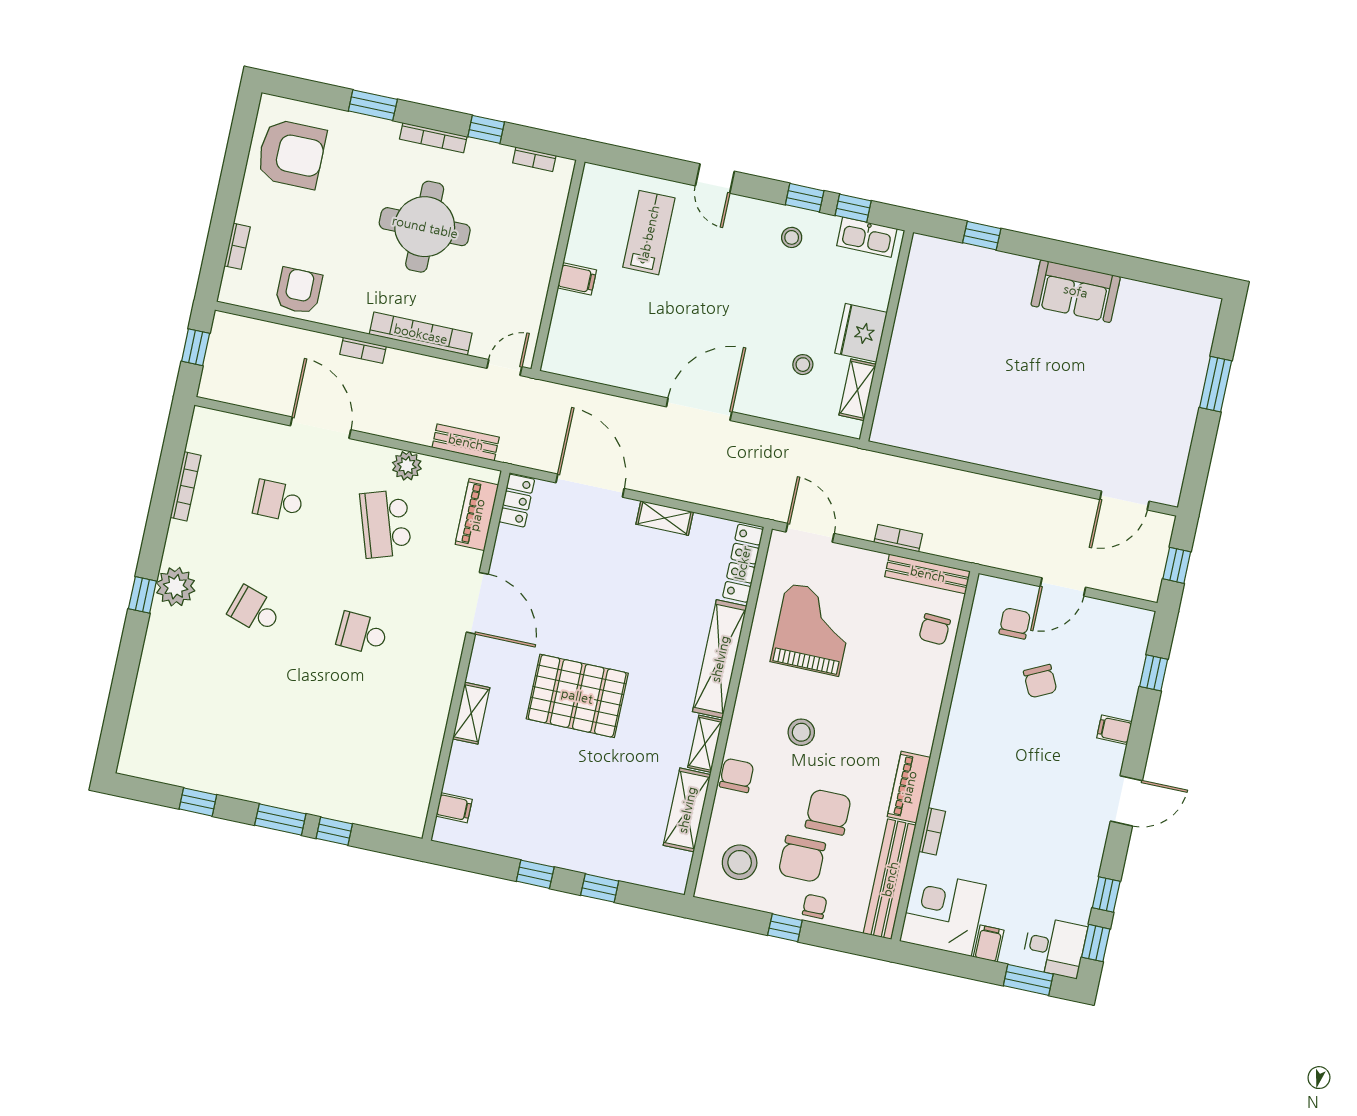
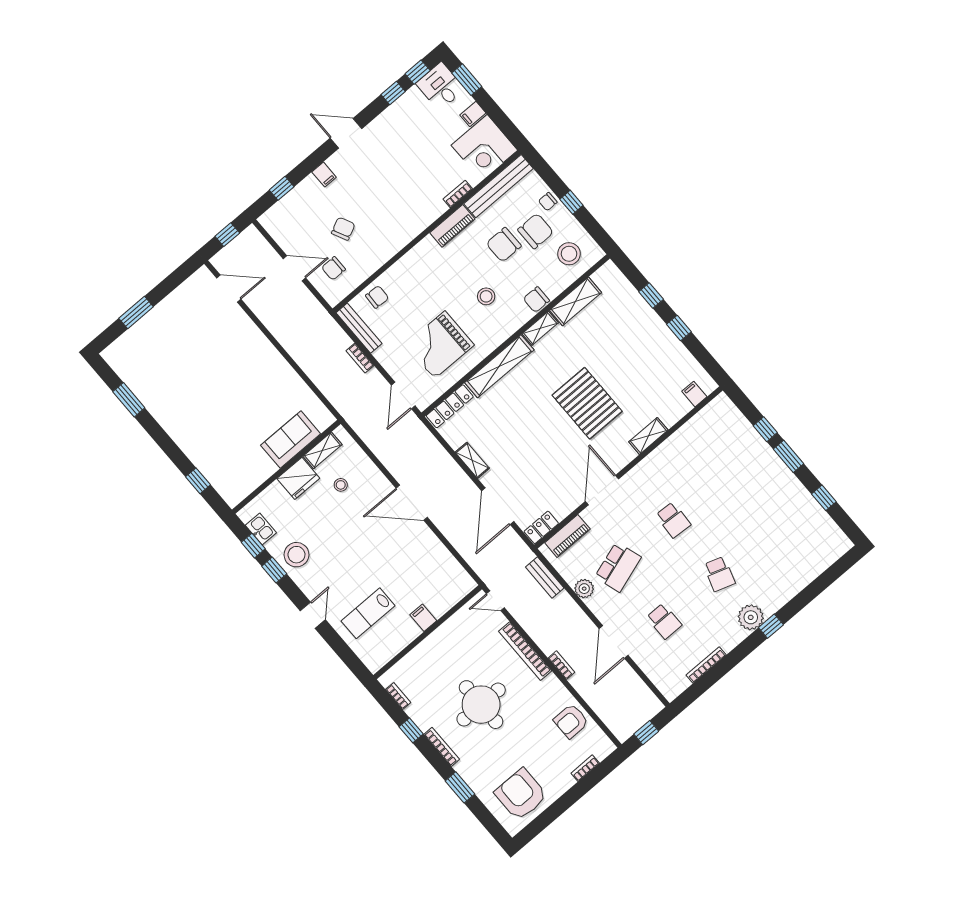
stool: (792, 237) -> (296, 555), width x1.89, depth x1.89
kitchen sink: (867, 237) -> (261, 529), width x0.73
window: (1143, 270) -> (129, 400), added
sofa: (1076, 291) -> (291, 440), moved, turned -90

